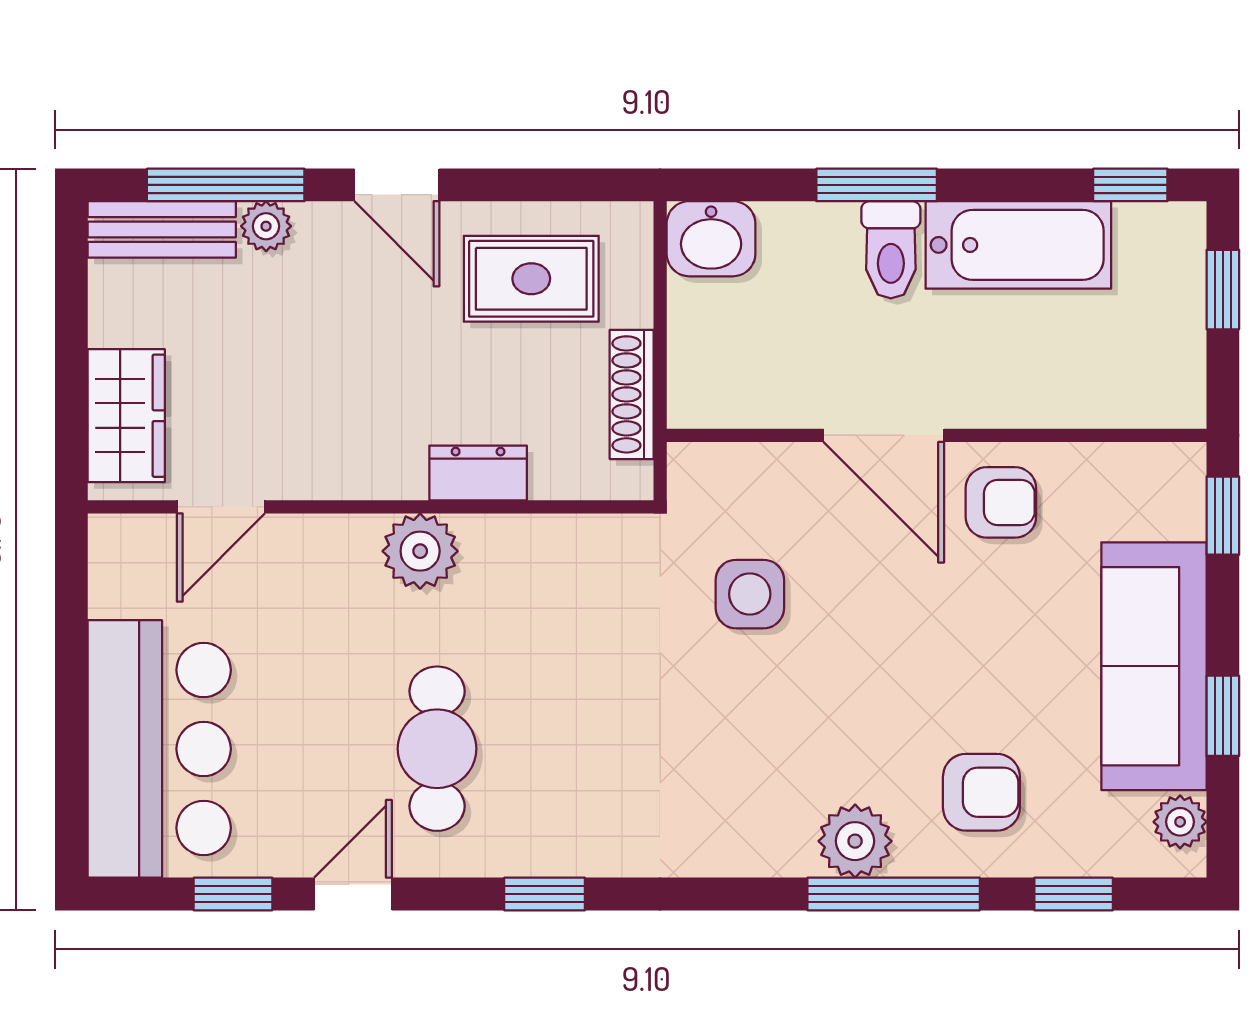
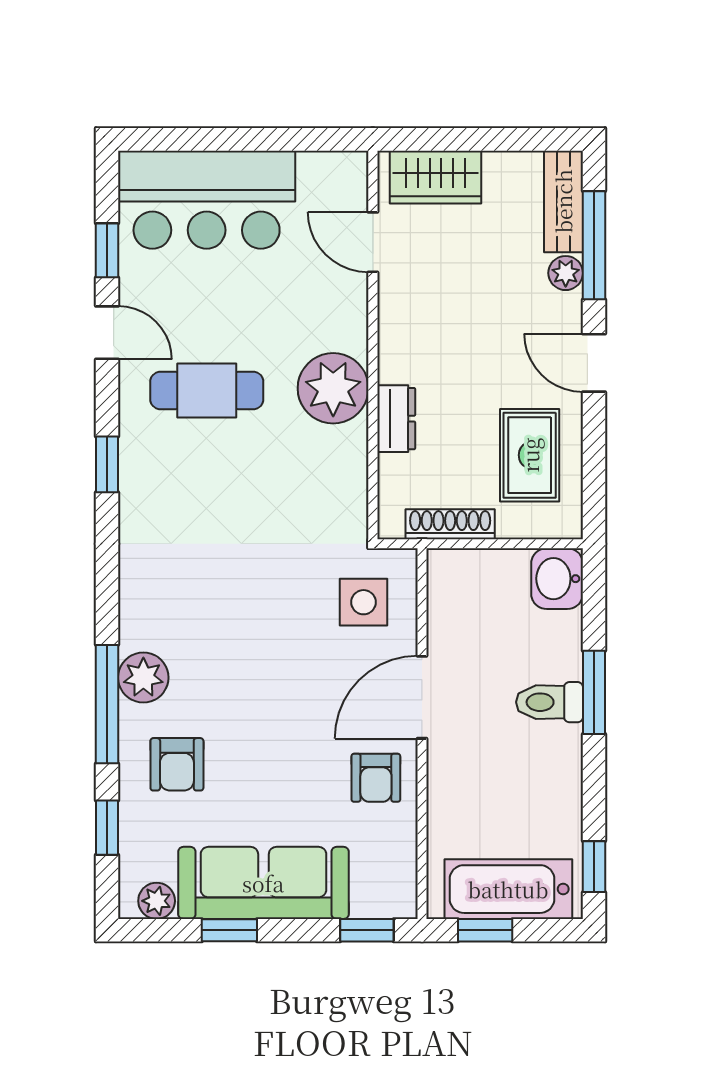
door: (397, 185) -> (594, 363), hinge flipped
bathtub: (1018, 245) -> (508, 889), moved, turned 90
window: (1223, 290) -> (485, 930), moved
plant: (420, 551) -> (333, 388), width x1.36, depth x1.36
side table: (750, 594) -> (364, 602), moved

